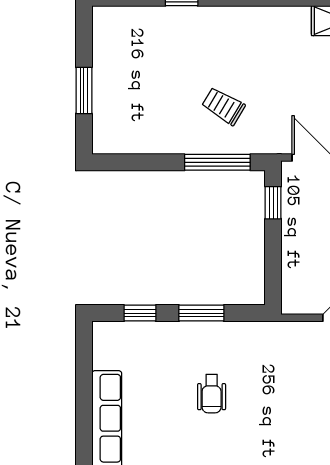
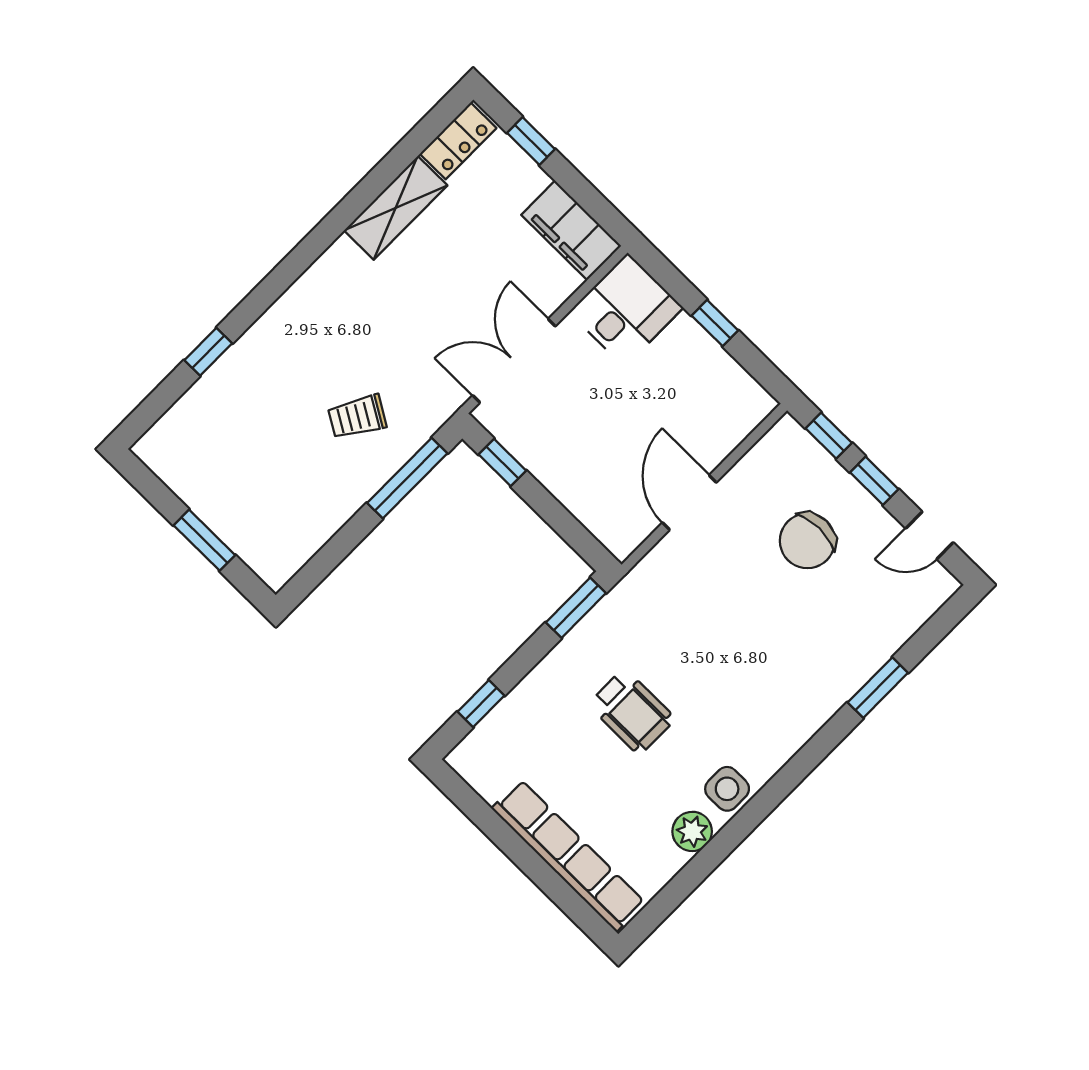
window: (201, 313) -> (576, 608), moved
wheelchair: (212, 394) -> (632, 712), width x1.36, depth x1.37

